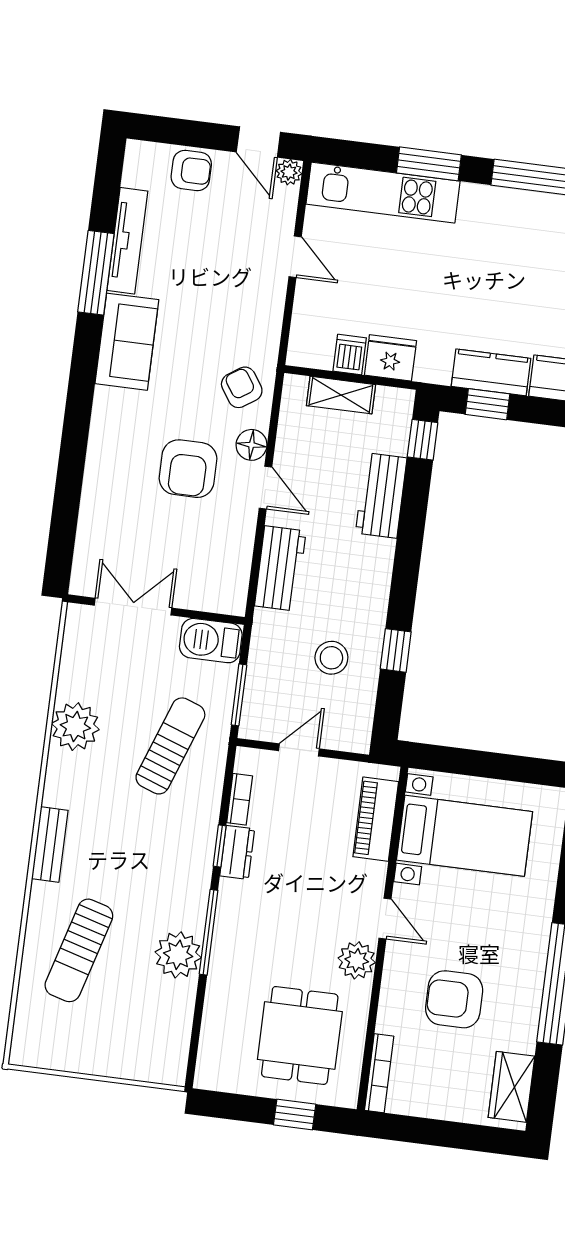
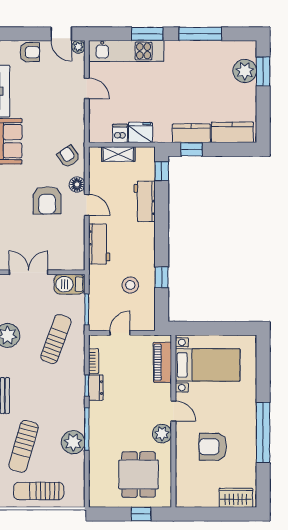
sun lounger: (98, 1043) -> (39, 491), added
bookcase: (379, 1073) -> (180, 488), removed
wardrobe: (511, 1087) -> (236, 498), moved, turned 90

